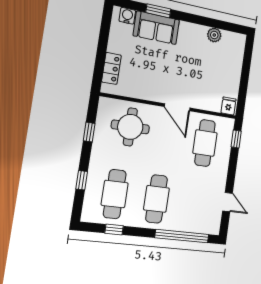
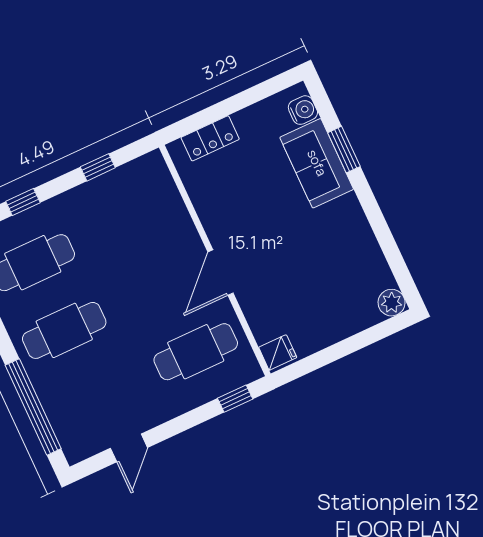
plant: (214, 35) -> (392, 303), moved
round table: (130, 127) -> (144, 221), removed

